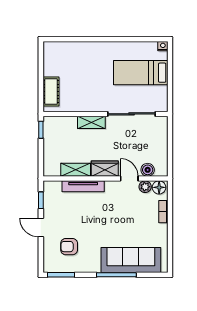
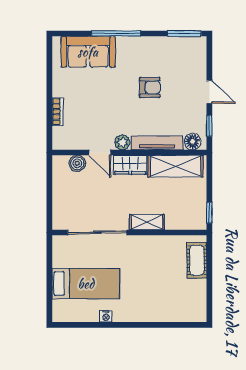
nightstand: (163, 46) -> (106, 316), moved
shelving: (76, 170) -> (175, 166), width x1.50, depth x1.33
plant: (145, 187) -> (122, 142), moved
floor lamp: (159, 187) -> (193, 142), moved
armchair: (69, 247) -> (150, 87), moved
sofa: (131, 260) -> (88, 52), width x0.73

